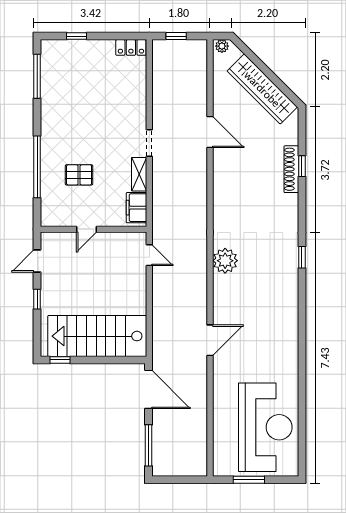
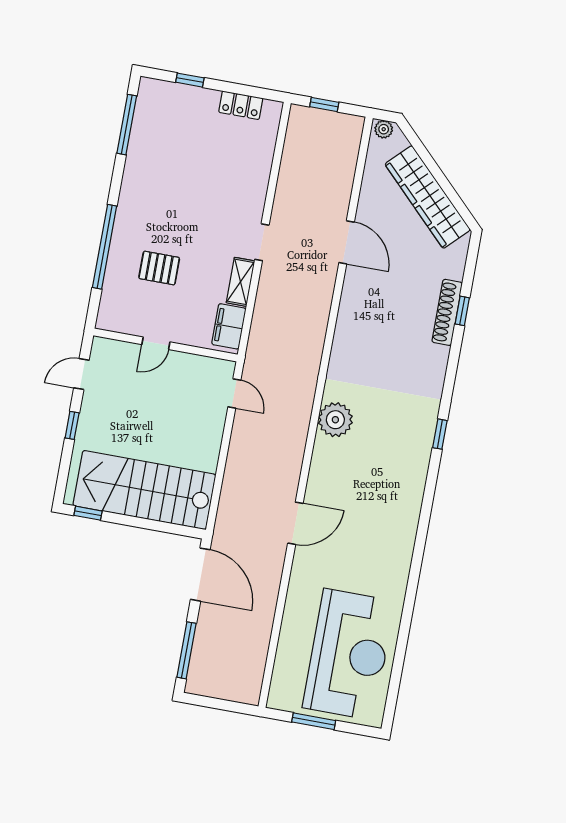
locker: (131, 47) -> (241, 105), moved

